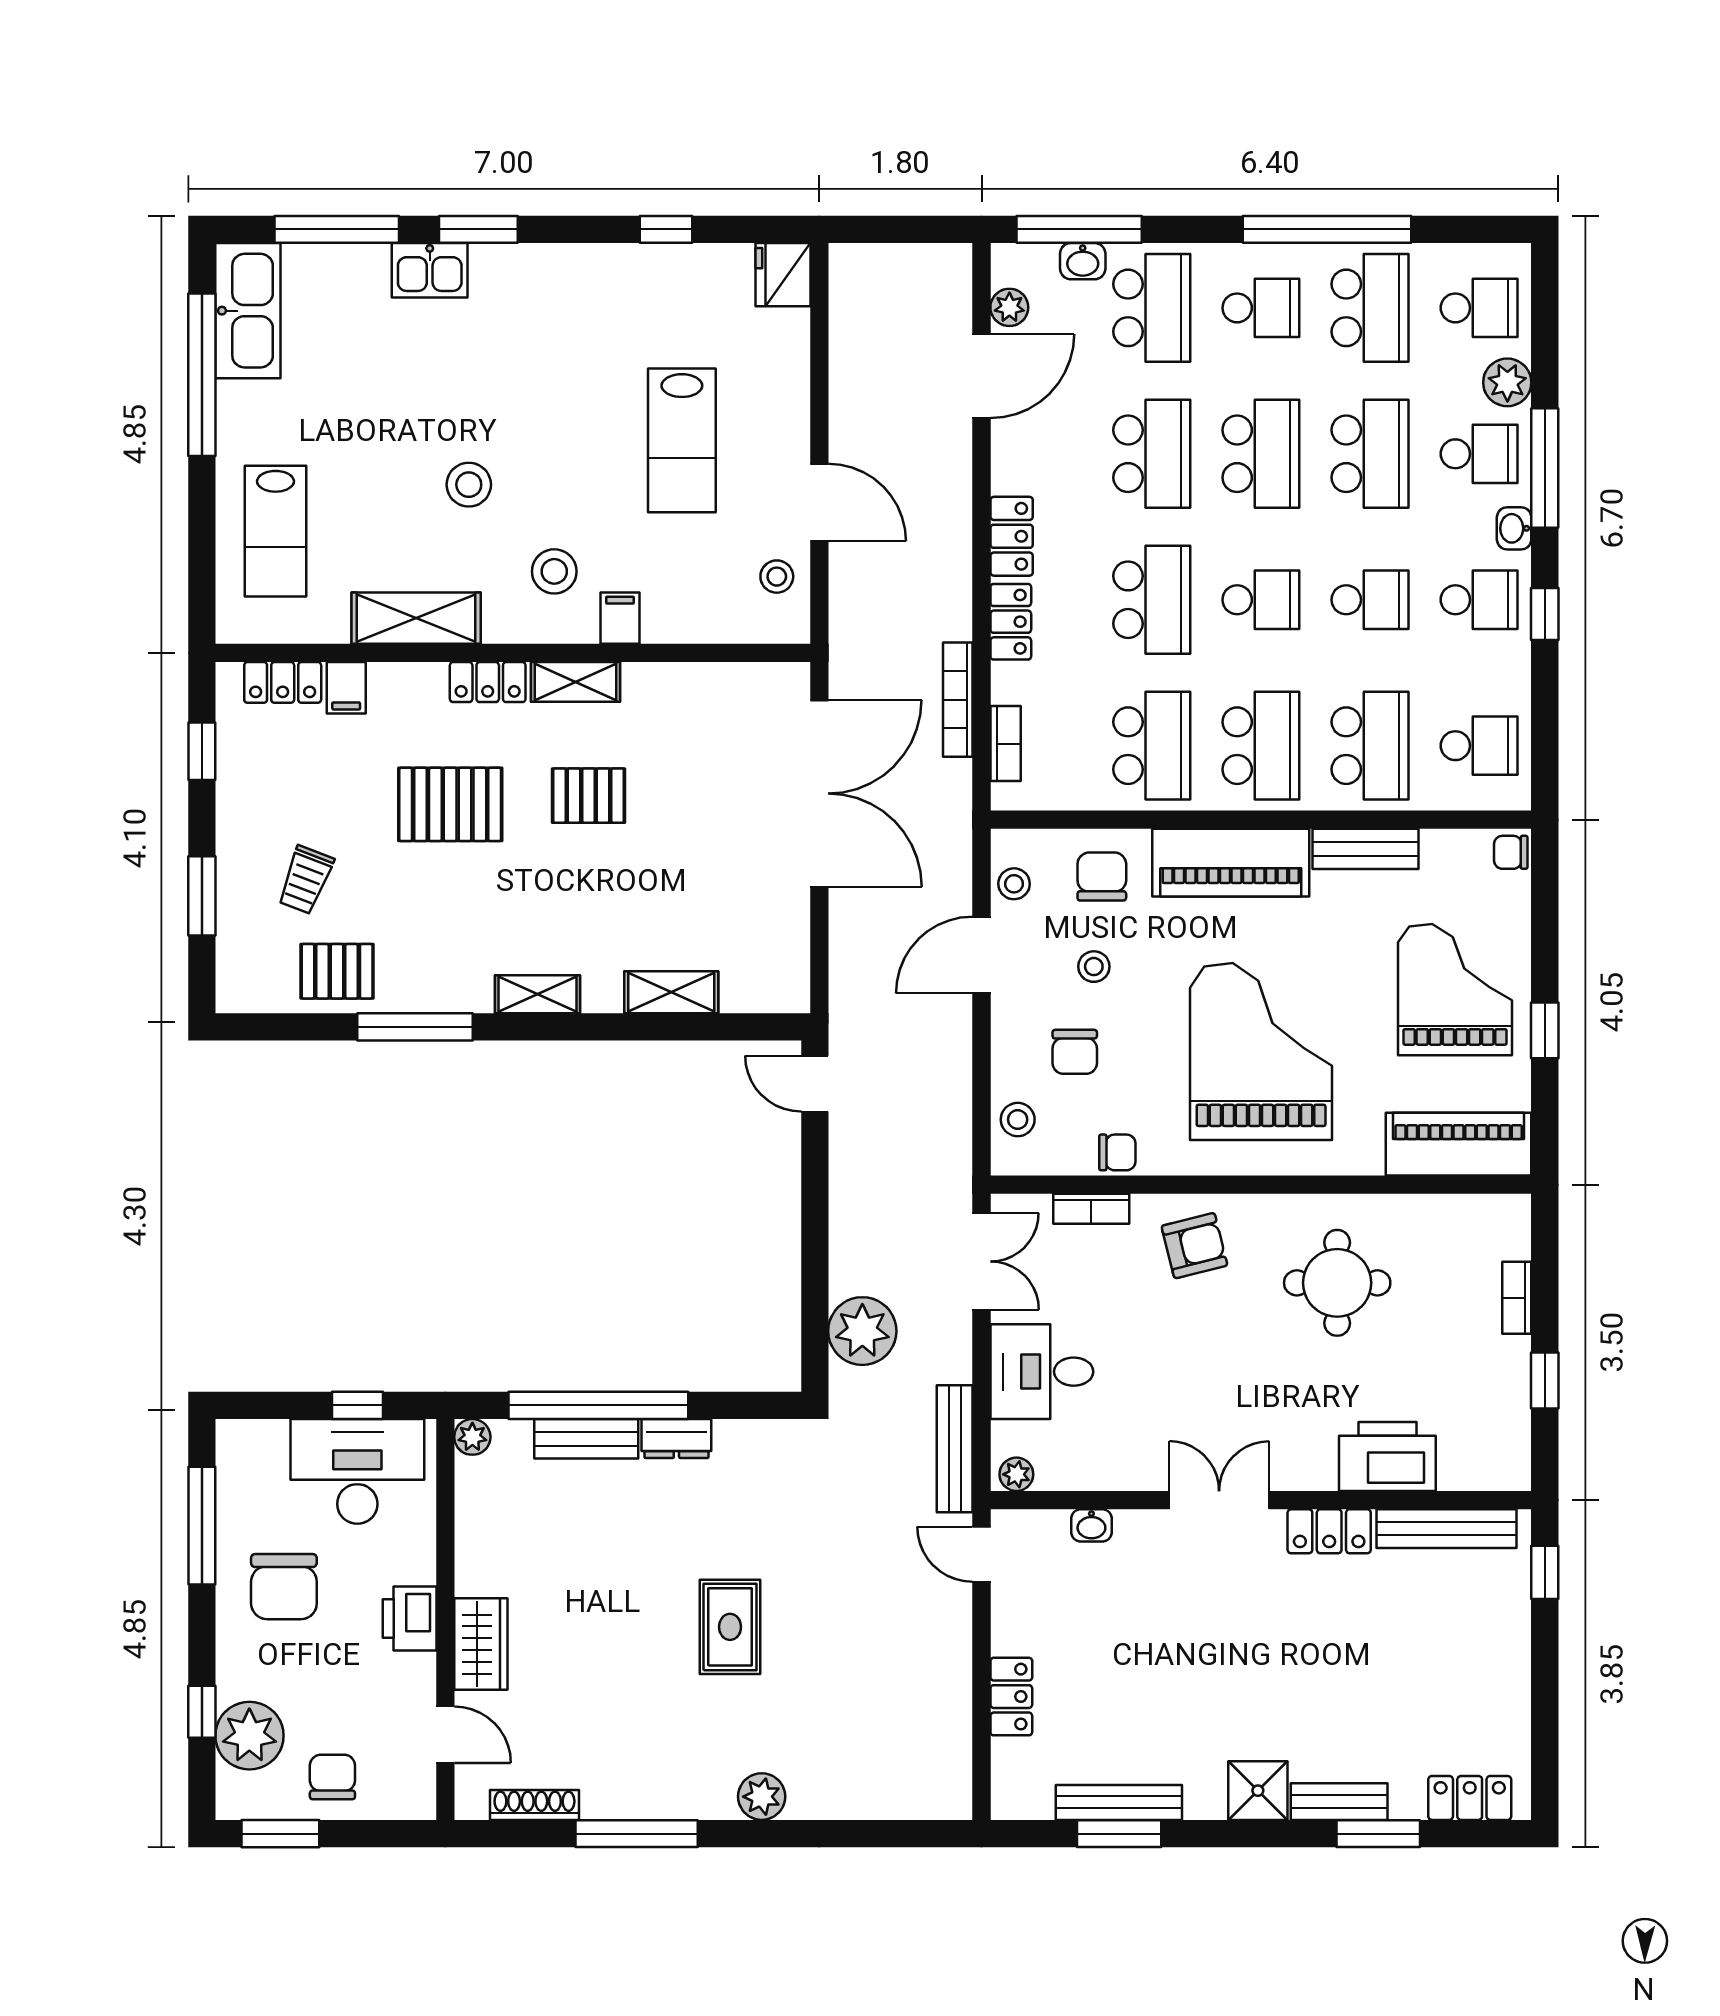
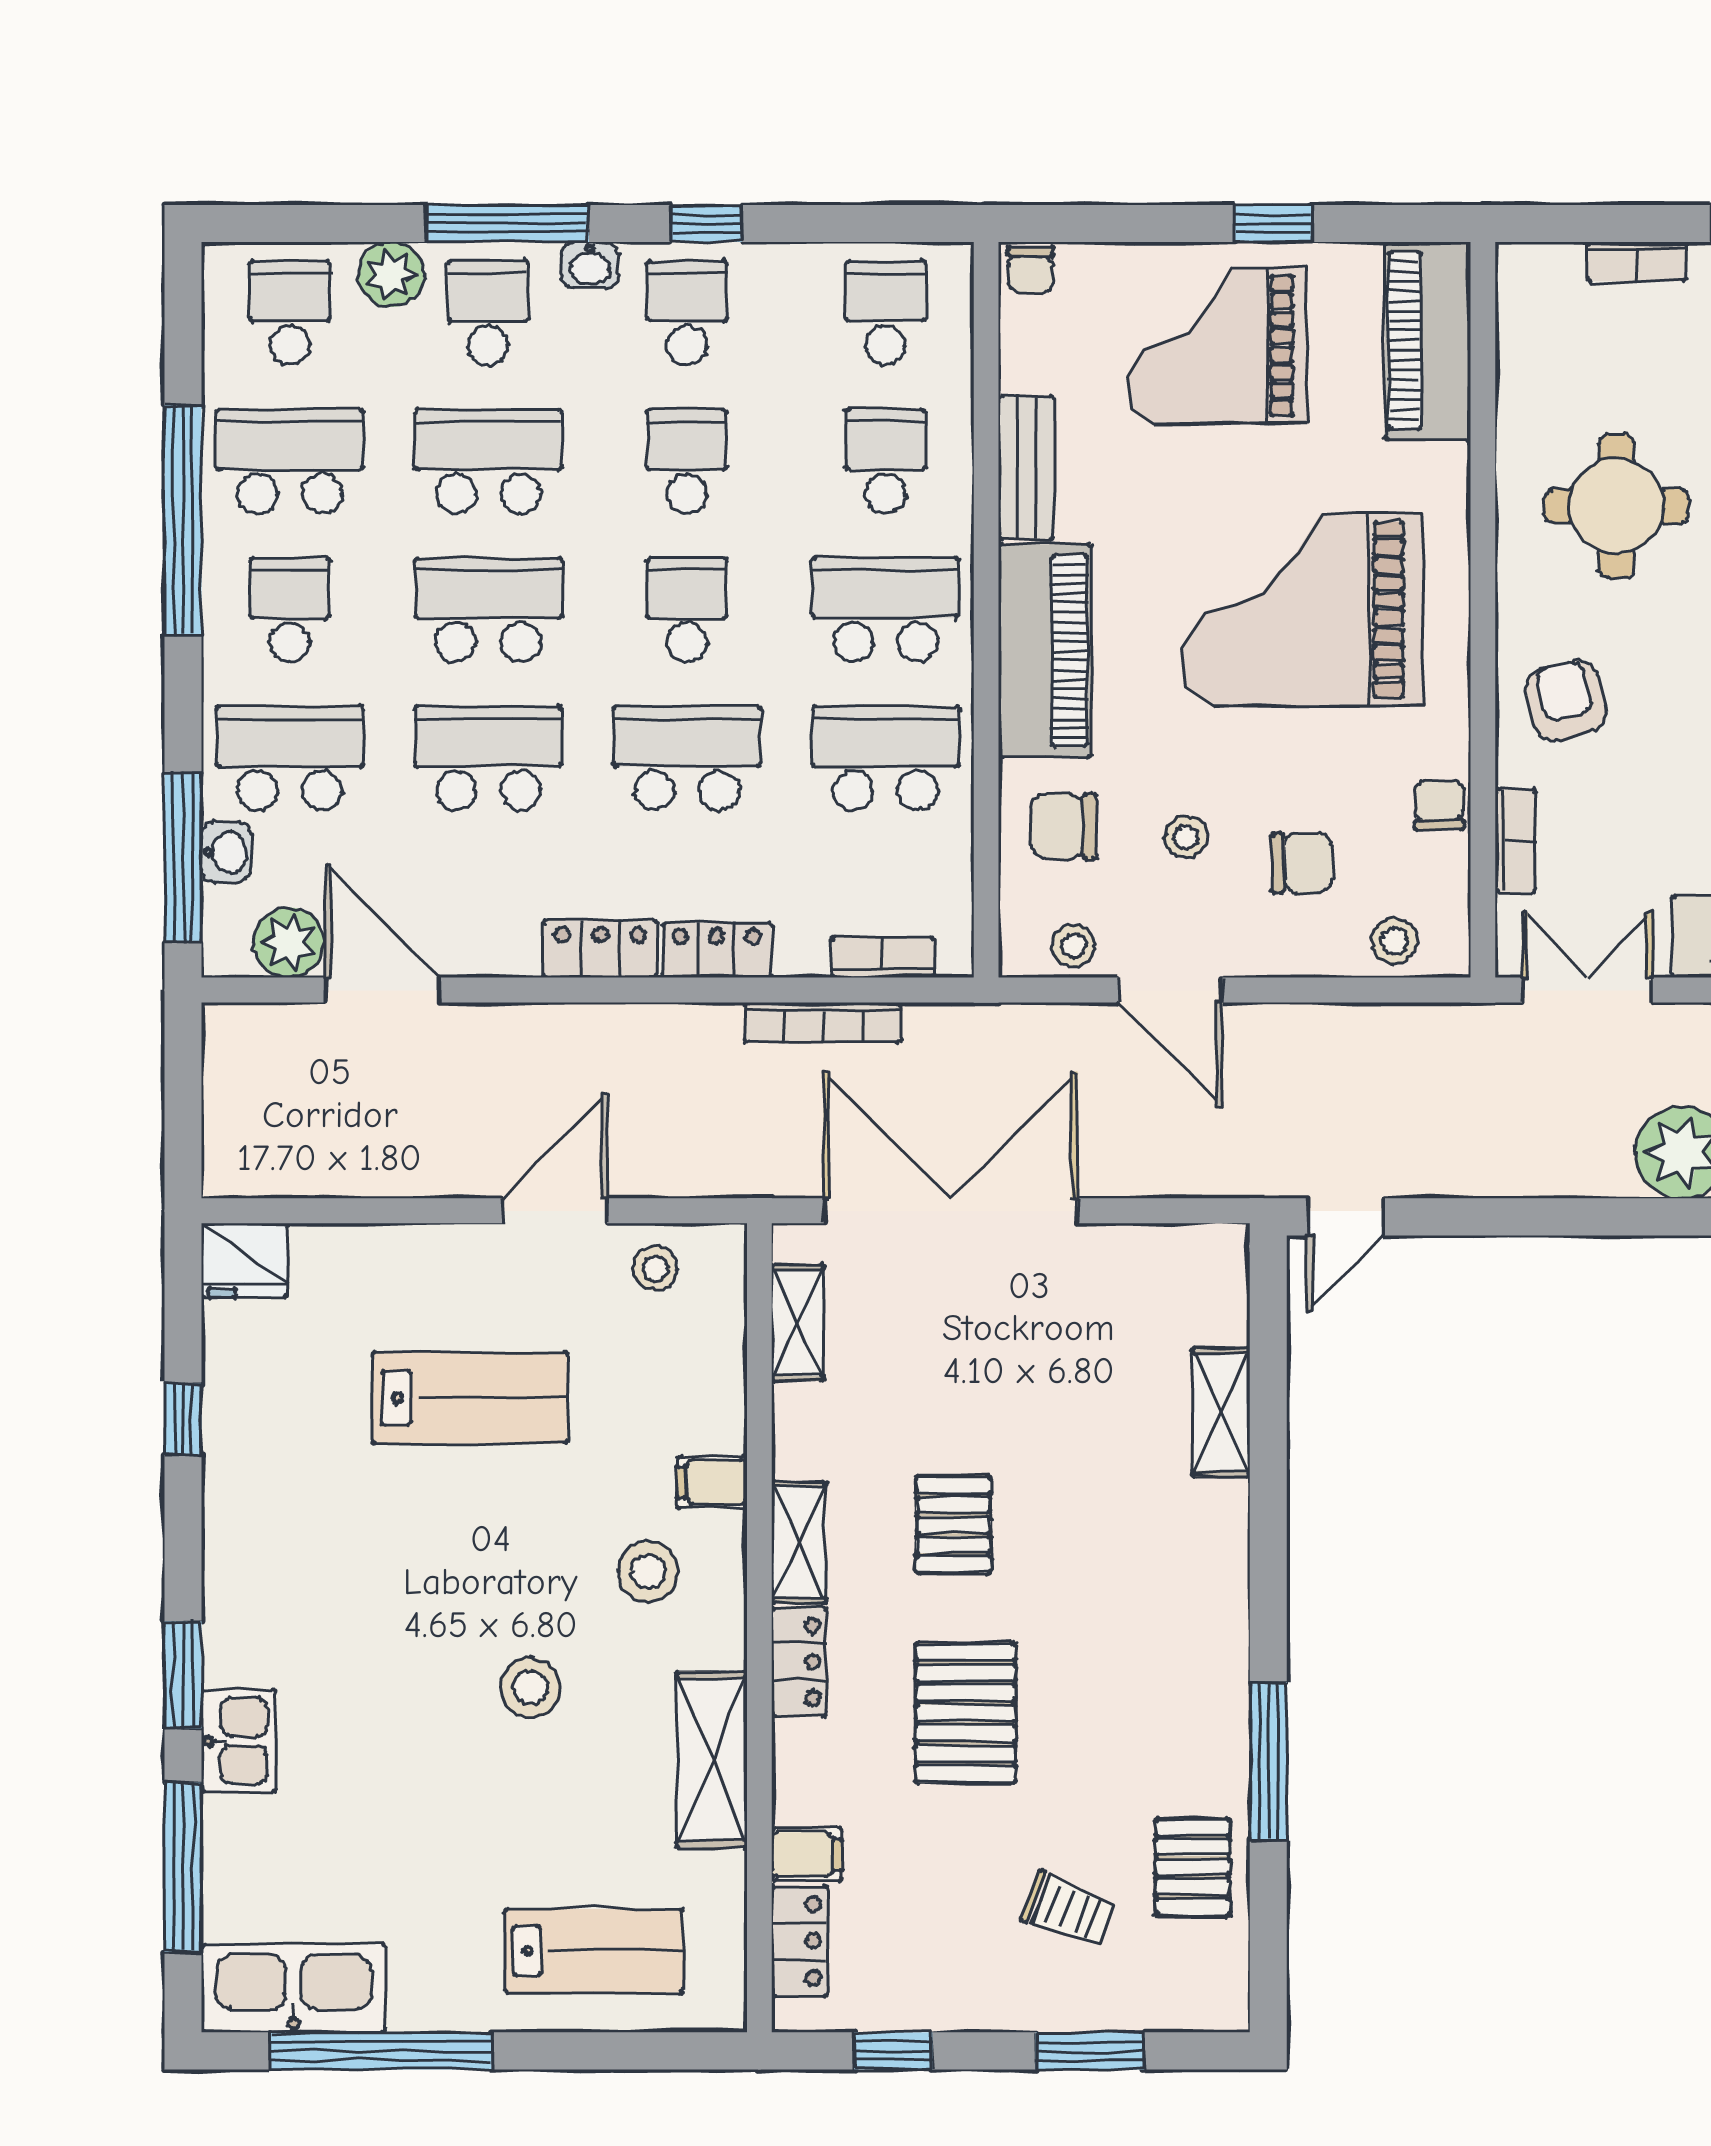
plant: (1009, 307) -> (289, 943), width x1.38, depth x1.38
school desk: (1370, 746) -> (886, 461), width x0.54
shelving: (537, 994) -> (798, 1323), moved

